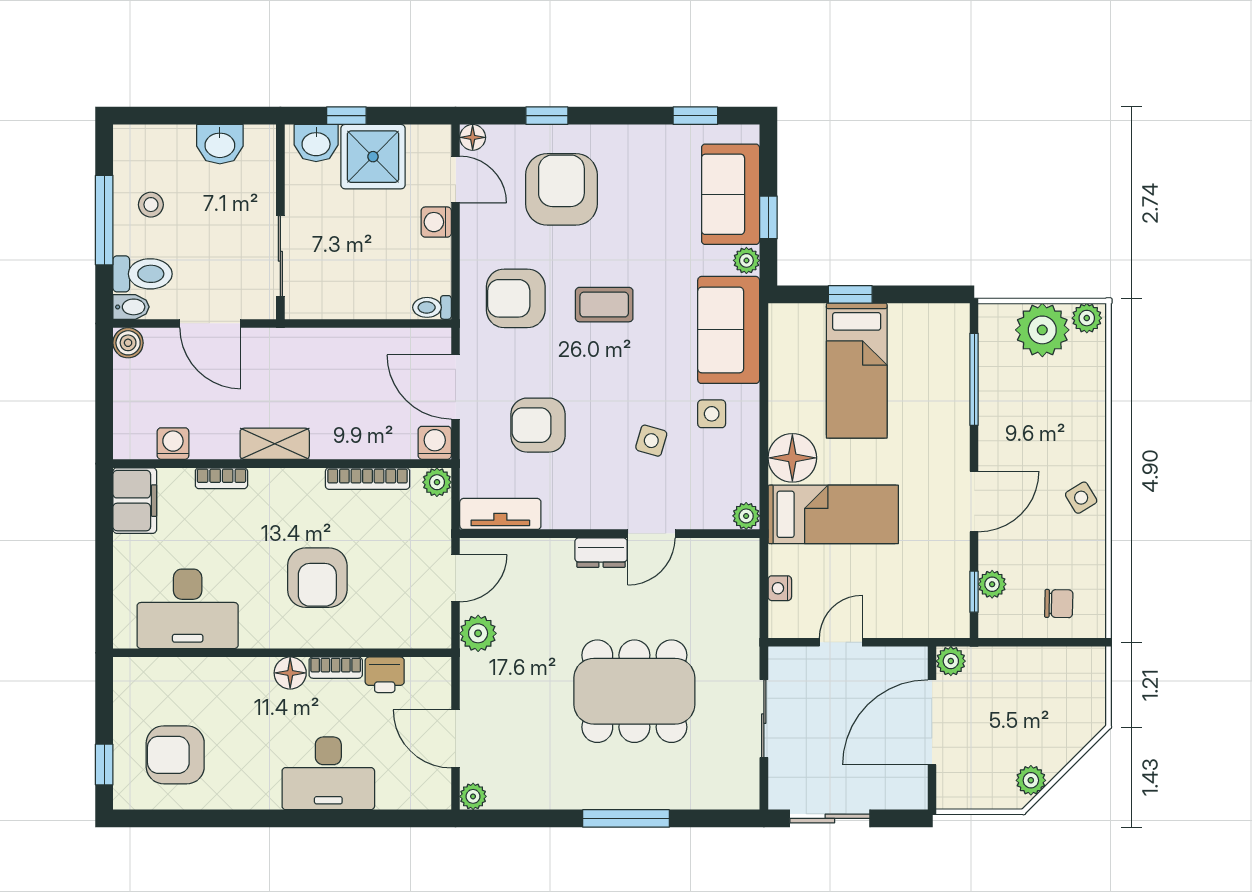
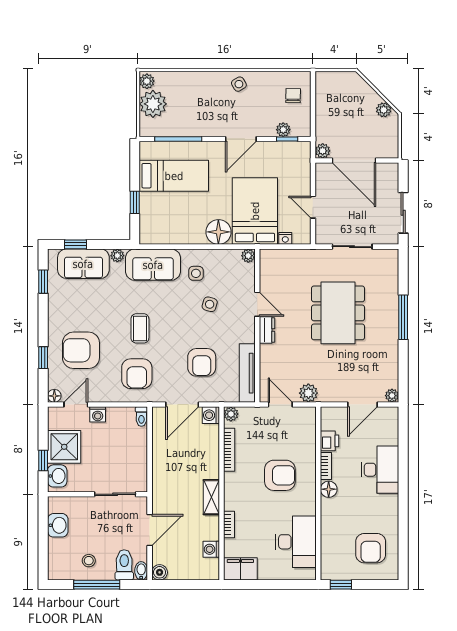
window: (768, 217) -> (75, 244), moved
bed: (857, 371) -> (174, 176), moved
door: (974, 502) -> (241, 139), swing flipped
tv unit: (500, 514) -> (247, 373), width x1.41
bed: (833, 514) -> (255, 211), width x1.50
window: (104, 765) -> (341, 585), moved

